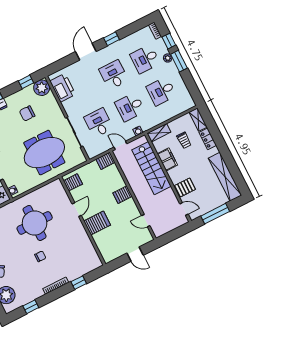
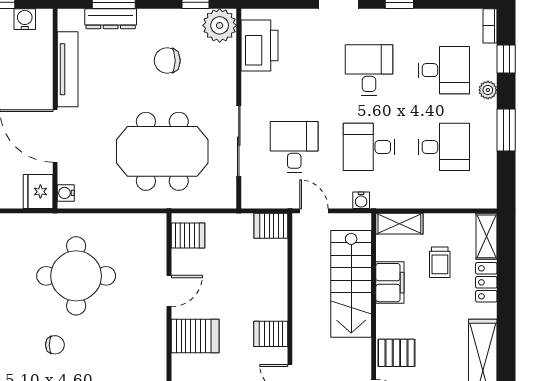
desk: (145, 59) -> (444, 70), turned 180
window: (179, 61) -> (506, 130), moved
desk: (161, 91) -> (444, 147), turned 180
server rack: (123, 195) -> (271, 334), moved

